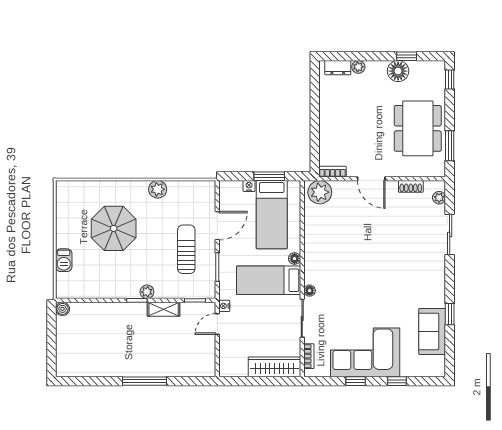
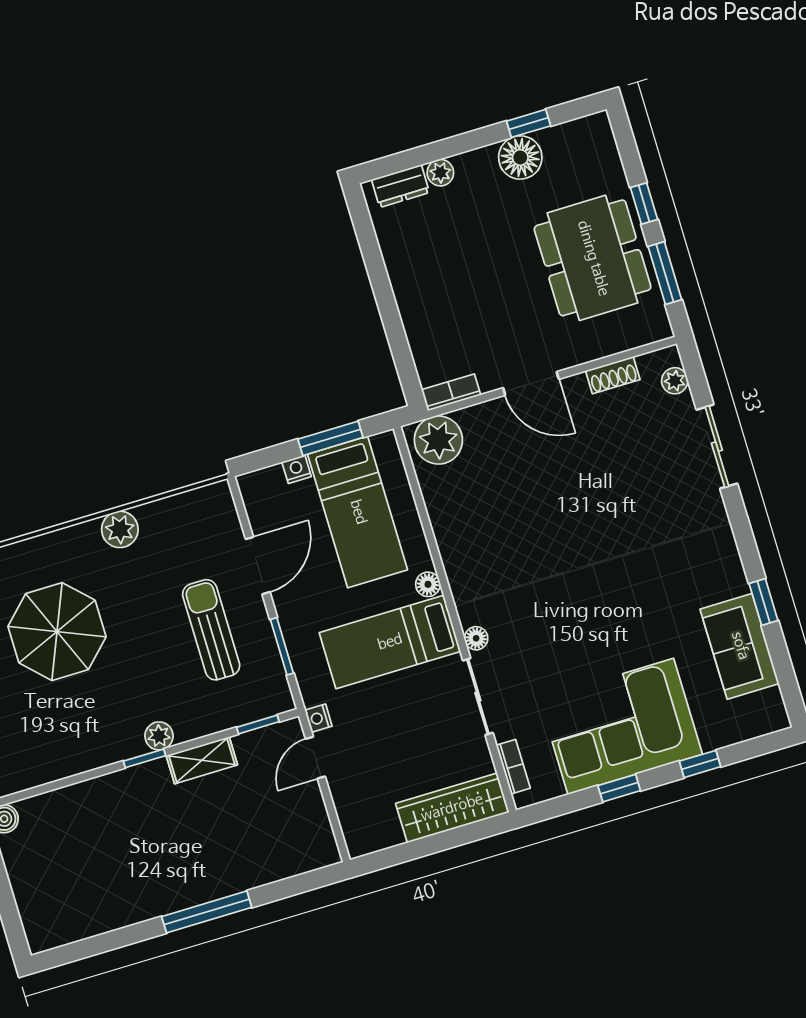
window: (450, 80) -> (644, 203), moved

